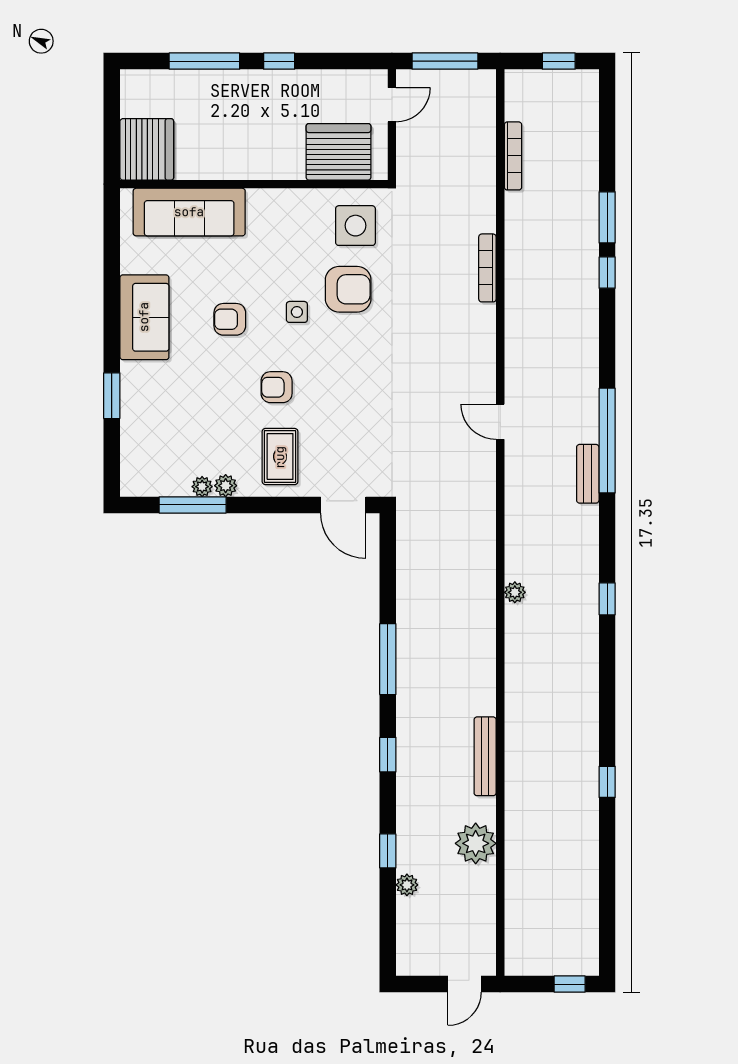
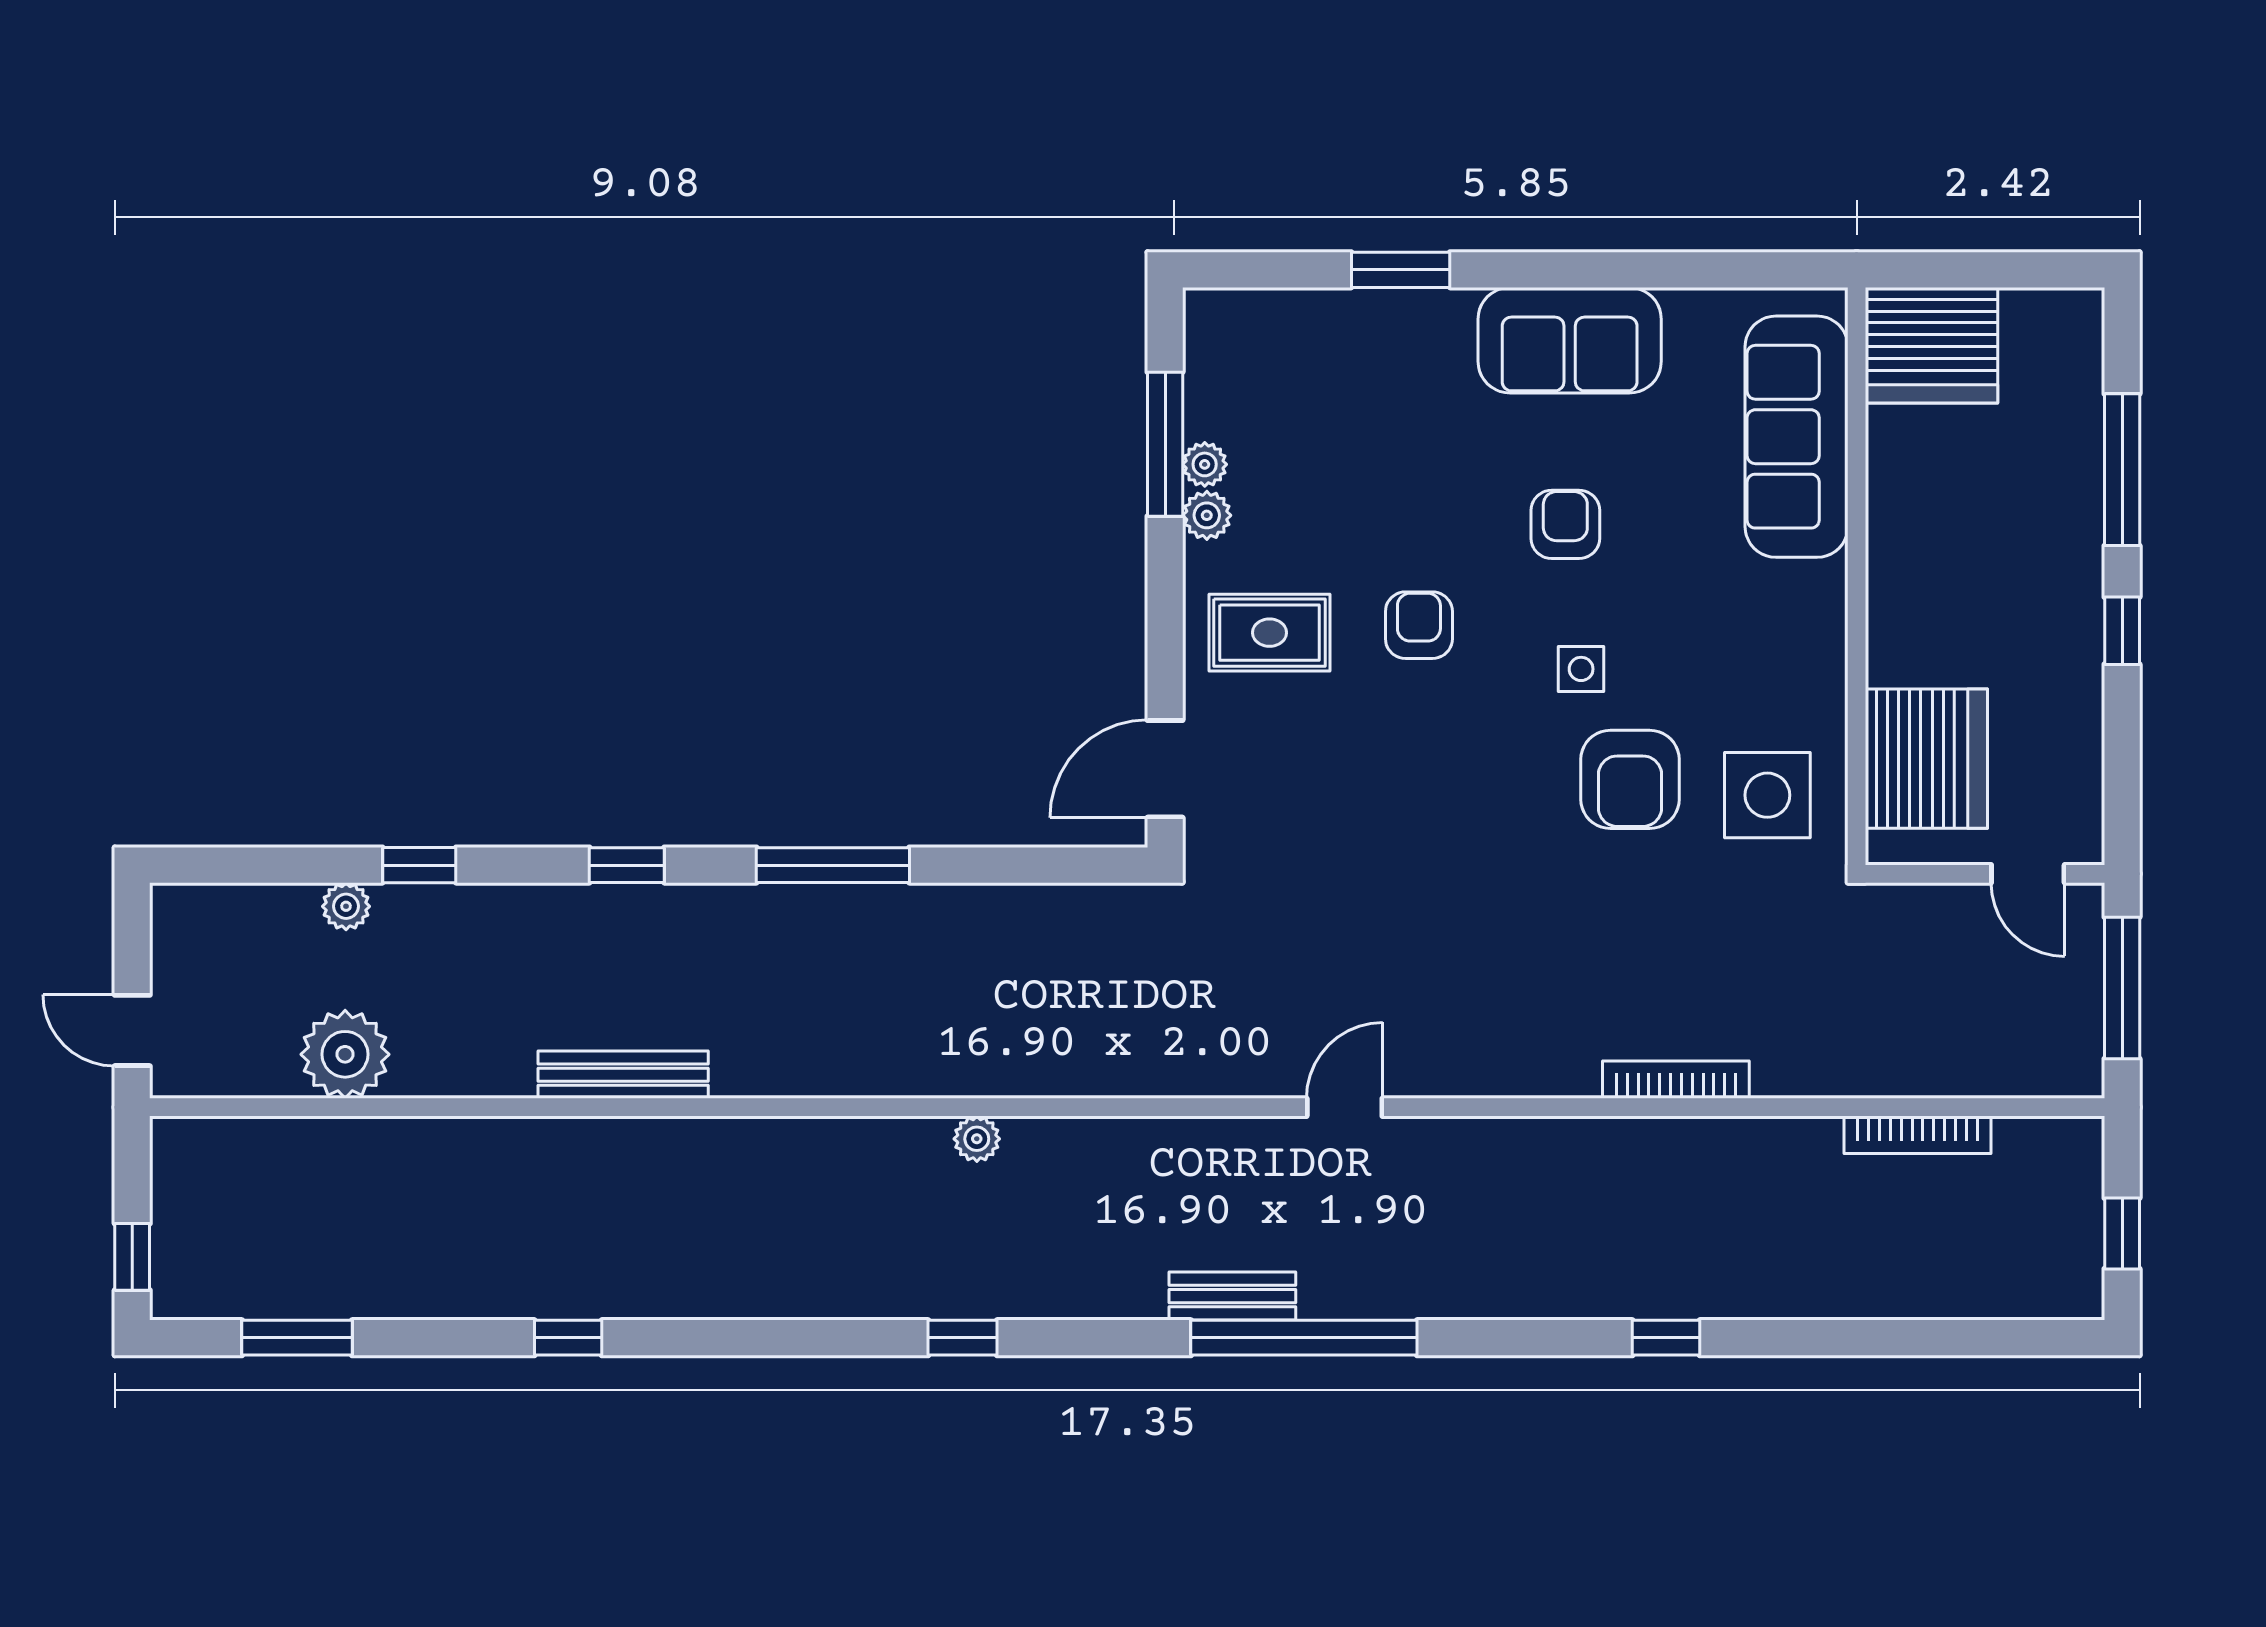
window: (607, 217) -> (297, 1338), moved
plant: (476, 843) -> (345, 1054), moved

